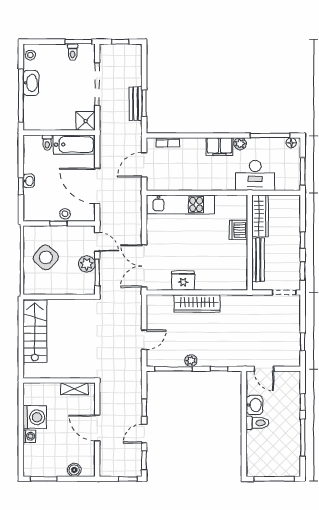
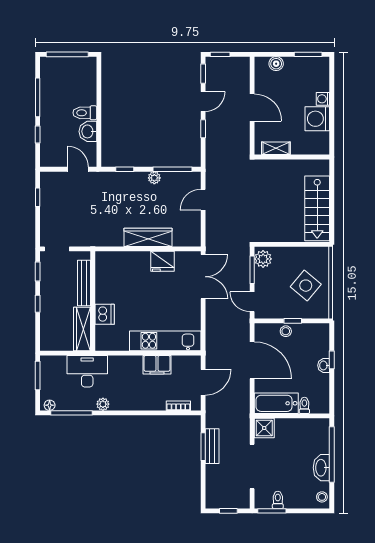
filing cabinet: (220, 147) -> (157, 365), moved, turned 180
plant: (87, 264) -> (263, 259), moved

